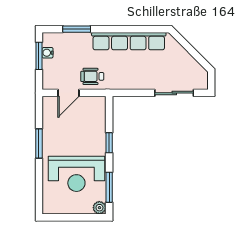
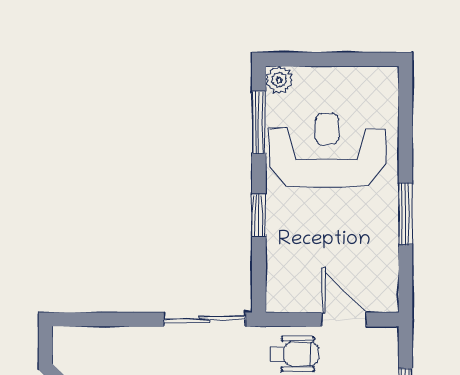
door: (68, 93) -> (344, 319), hinge flipped
sliding door: (174, 93) -> (205, 319), moved

